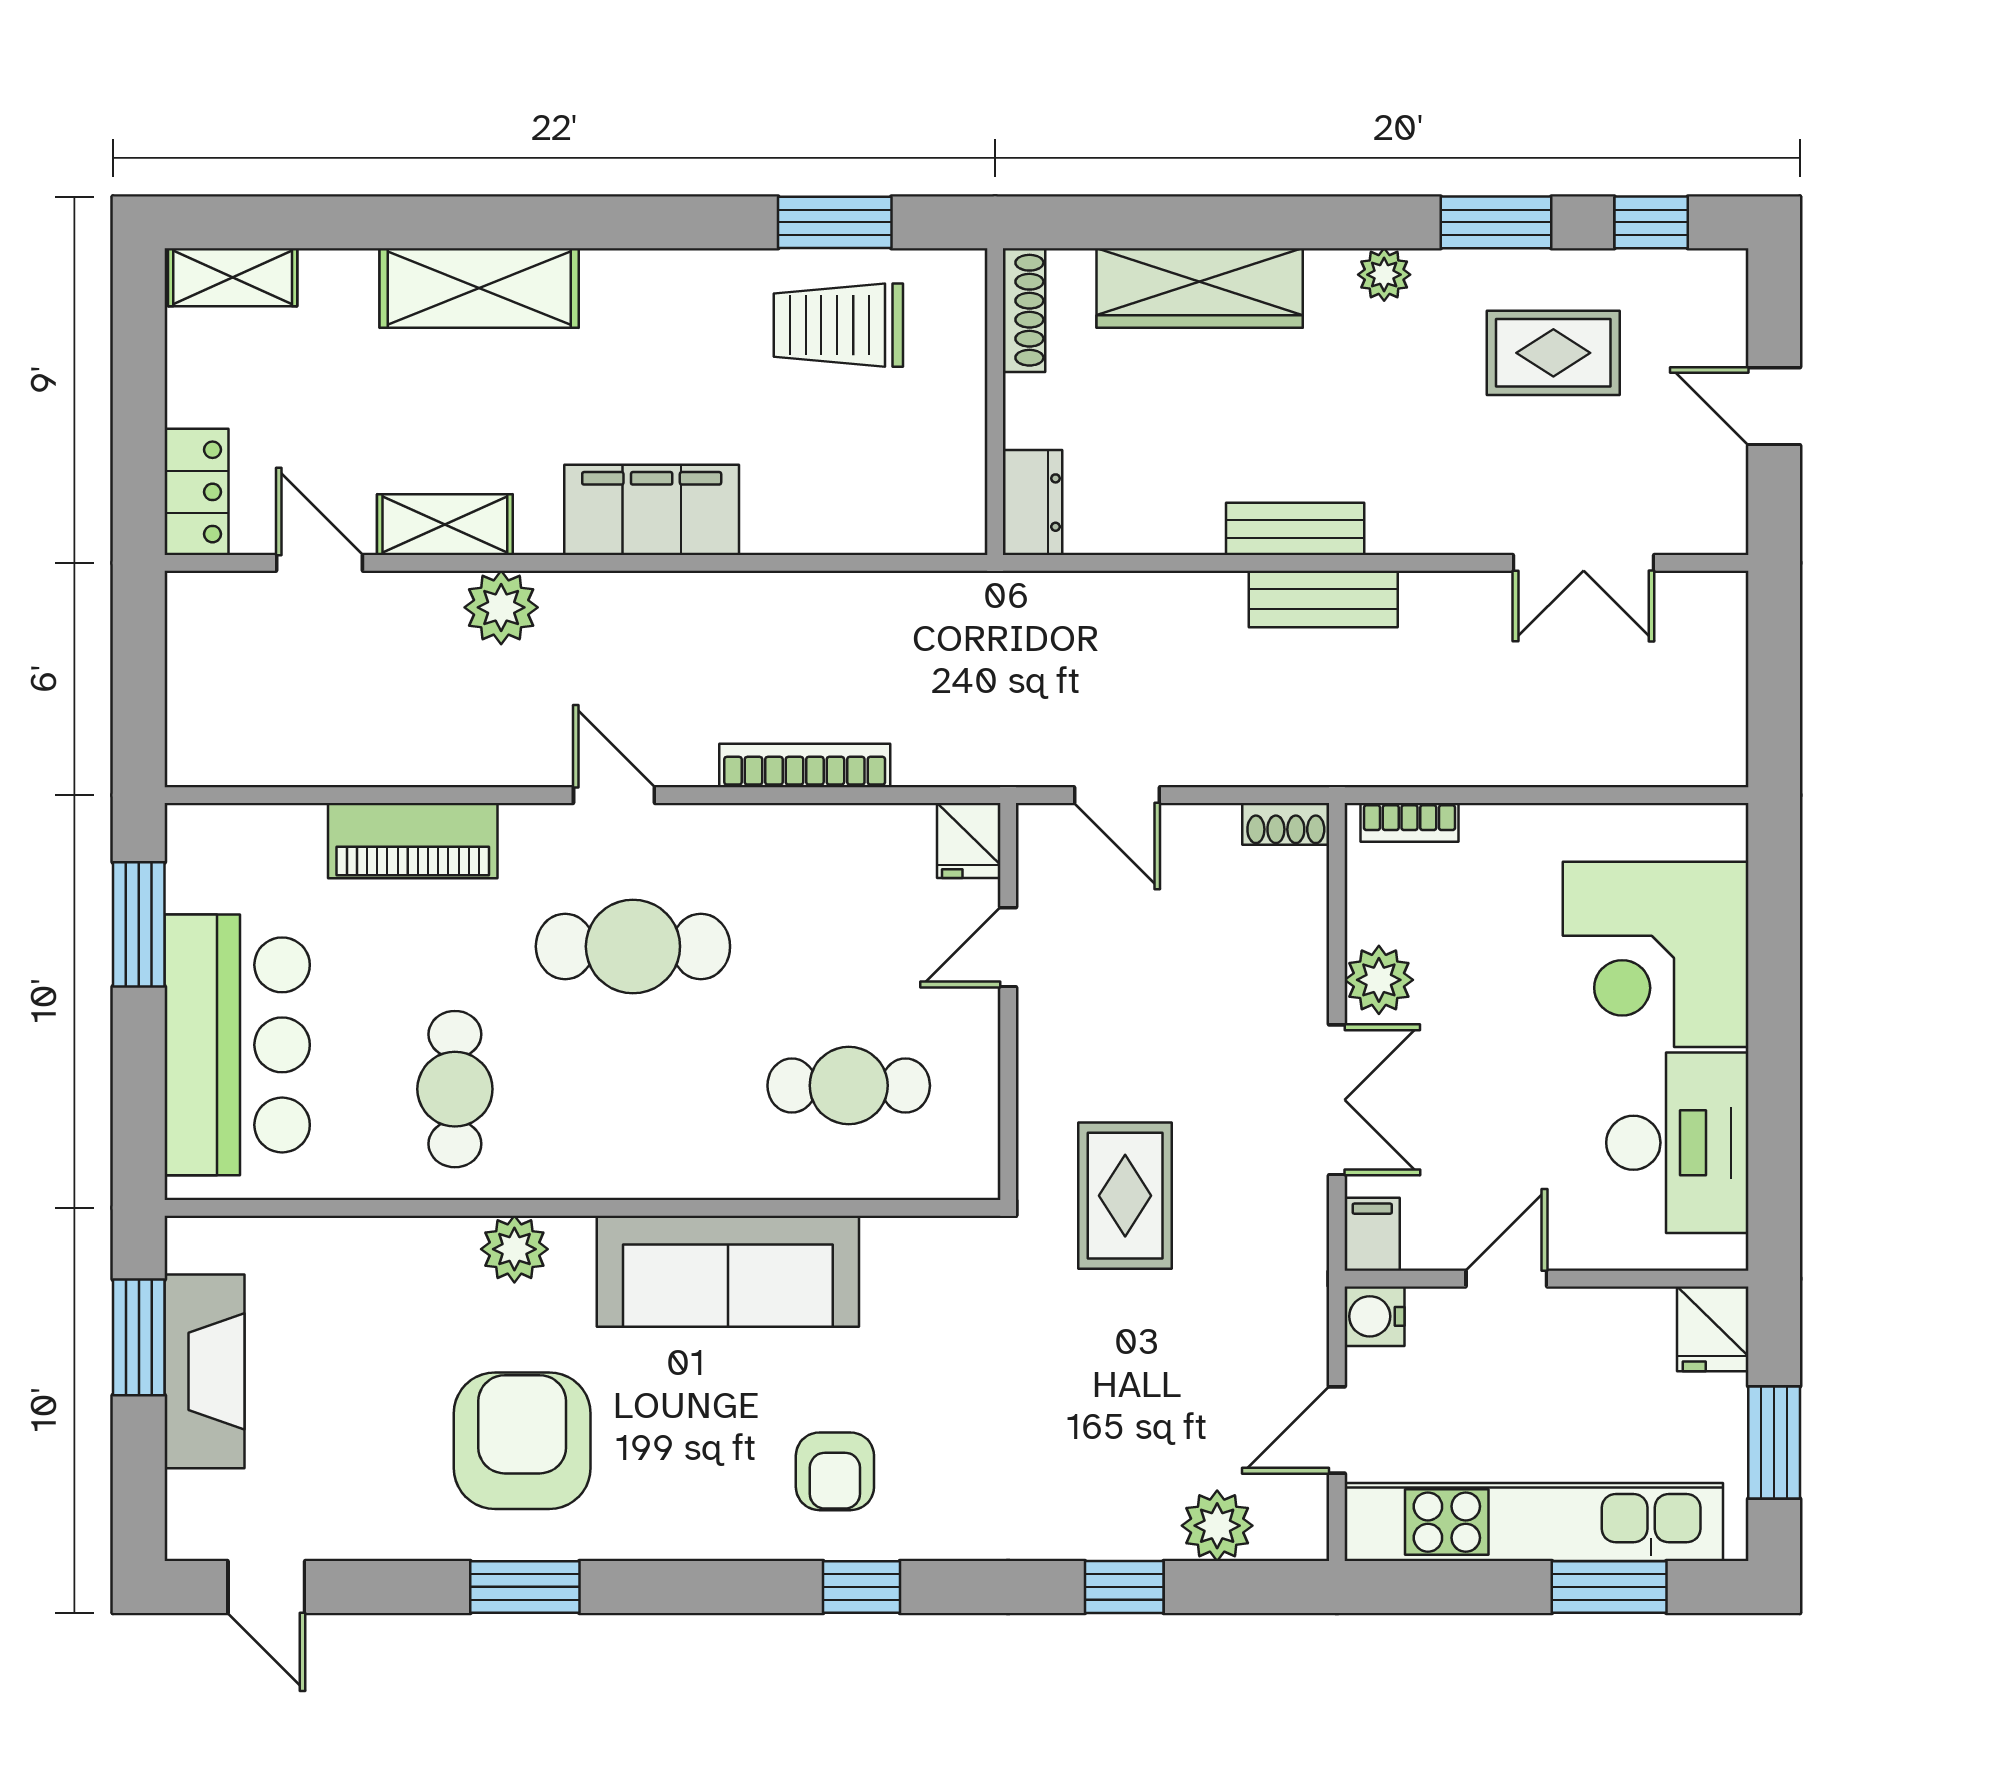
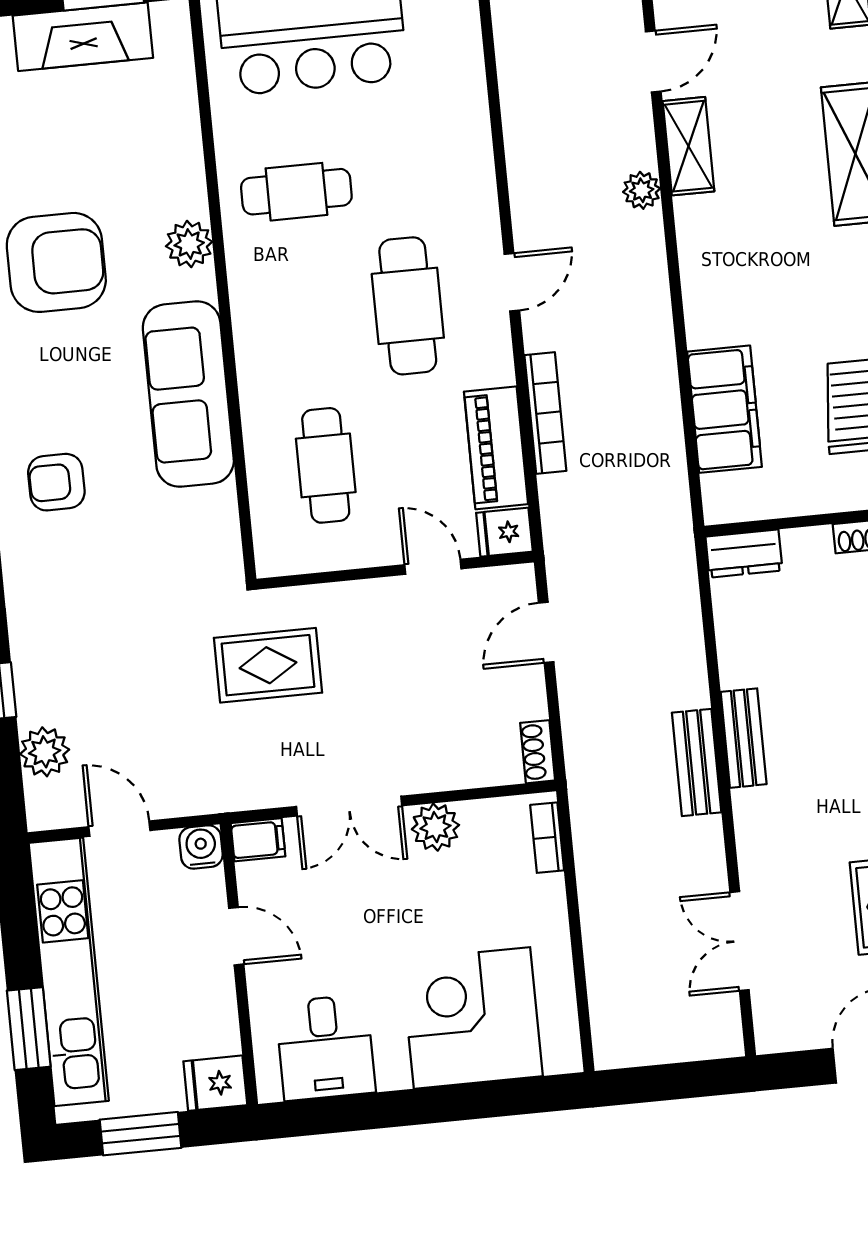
filing cabinet: (652, 510) -> (725, 409), moved
plant: (501, 607) -> (642, 190), width x0.73, depth x0.73
piano: (413, 841) -> (496, 448), moved
desk: (1677, 1143) -> (325, 1048), width x0.73

